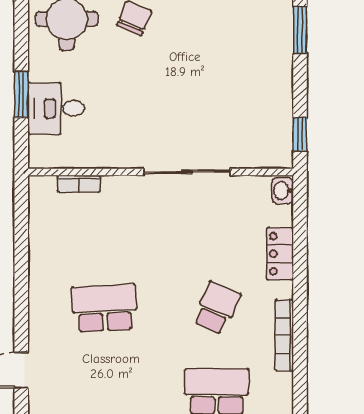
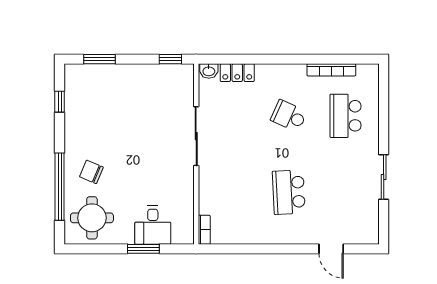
bookcase: (79, 184) -> (204, 230), moved
locker: (280, 254) -> (237, 73), moved
bookcase: (284, 335) -> (331, 70), moved

